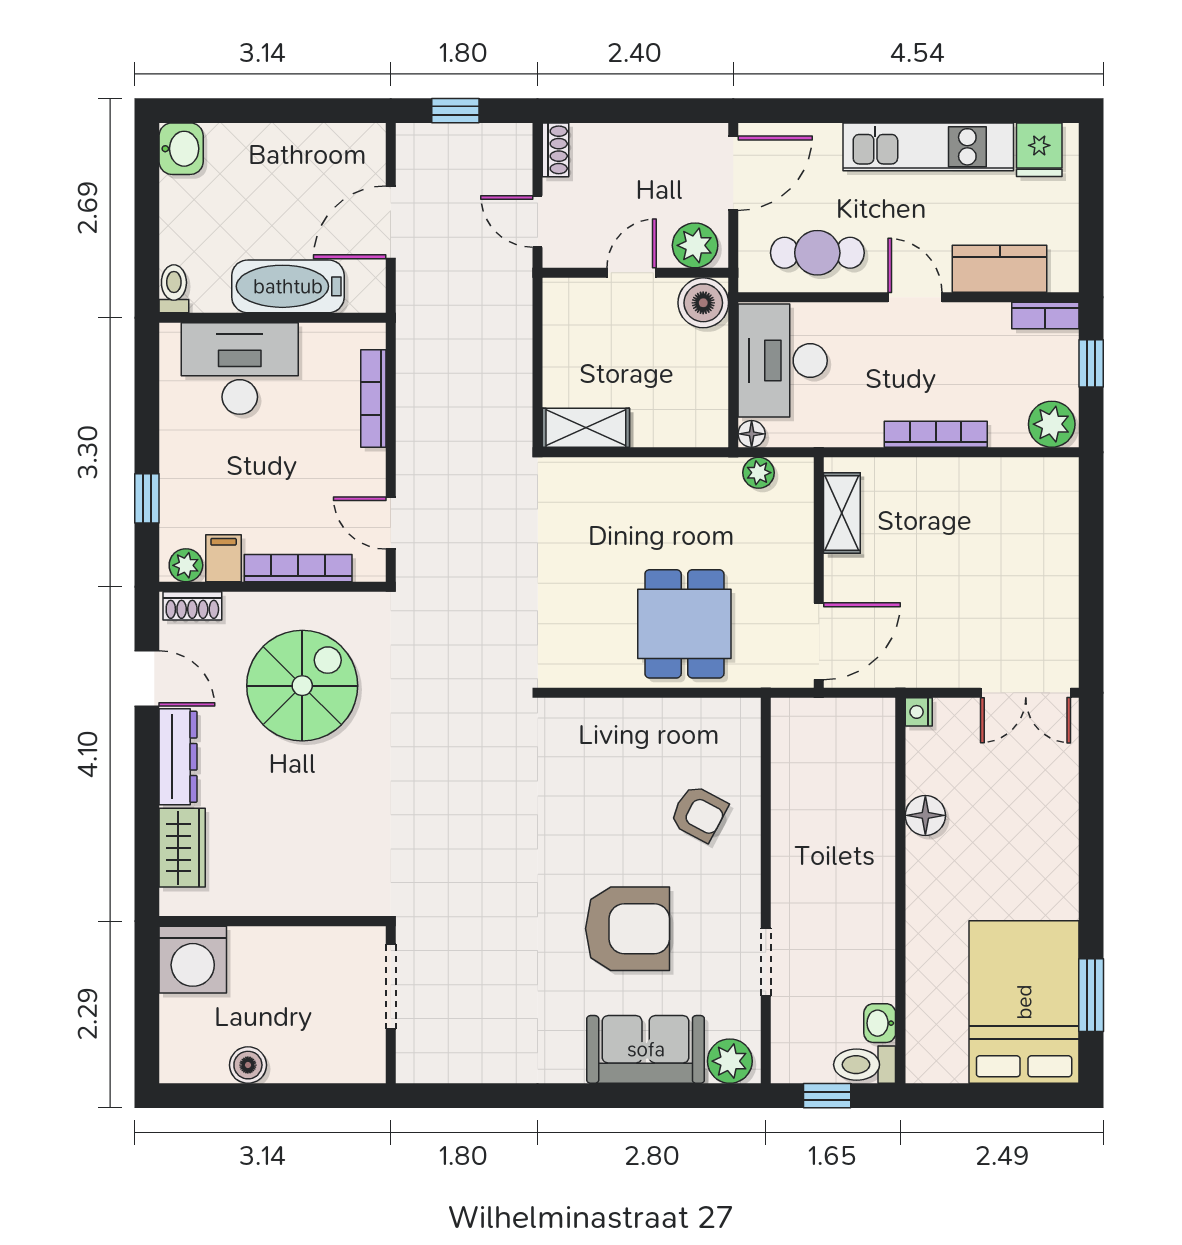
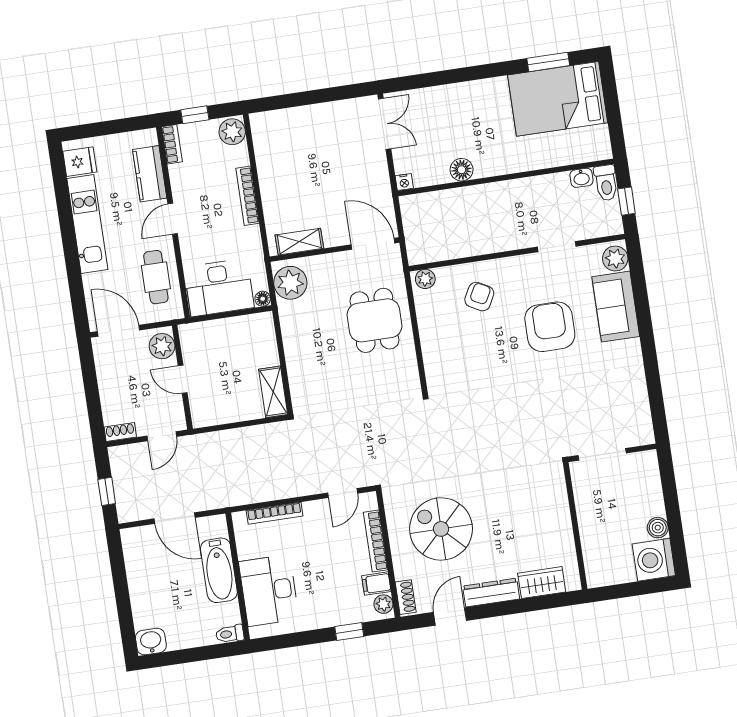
boiler: (703, 303) -> (193, 337), removed
plant: (759, 473) -> (290, 283), width x1.88, depth x1.88
dining table: (684, 624) -> (375, 320), turned 90
plant: (744, 723) -> (425, 279), added
washing machine: (193, 960) -> (654, 560), moved, turned 180

